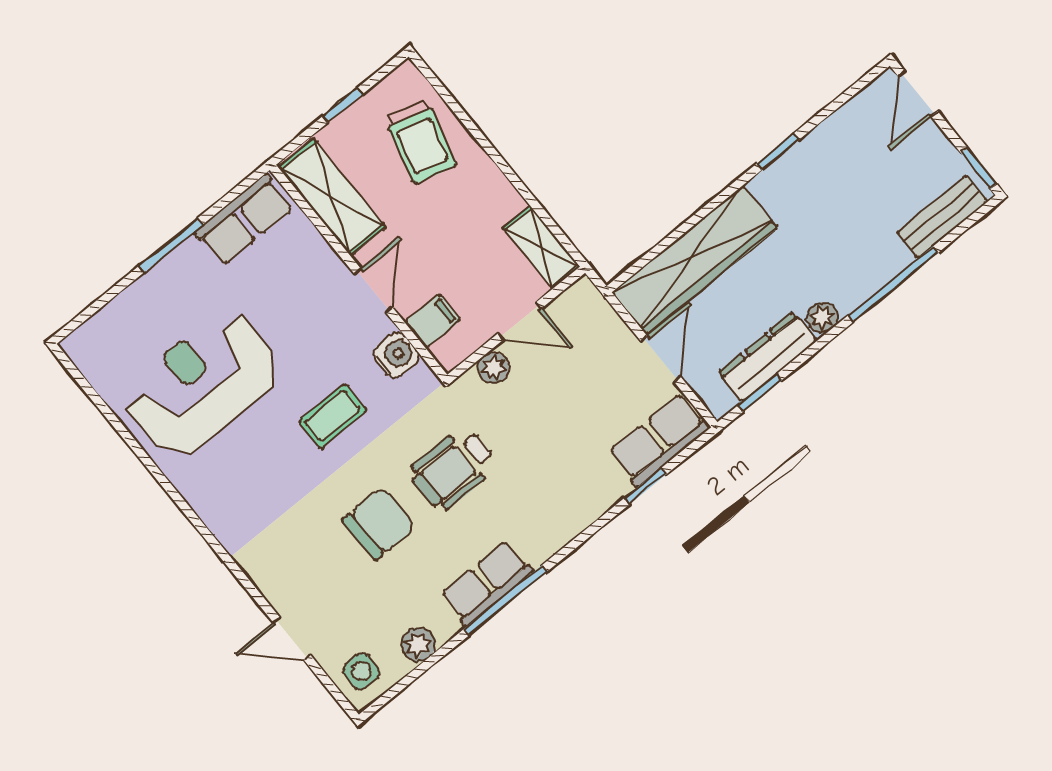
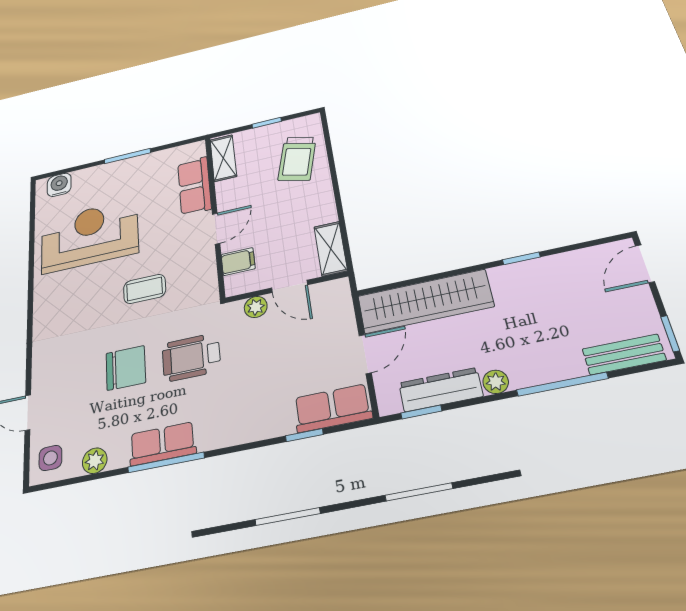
shelving: (332, 197) -> (223, 158), width x0.67, depth x0.75
row of seats: (244, 220) -> (194, 186), moved, turned 90
water cooler: (396, 355) -> (59, 185), moved, turned -90

